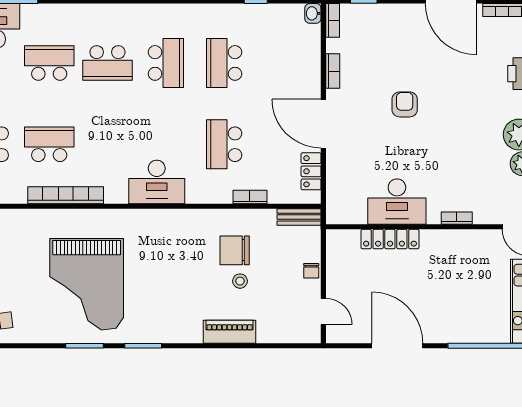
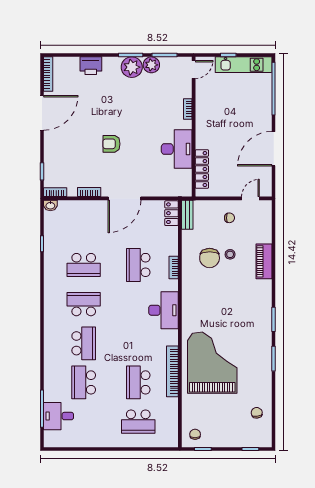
school desk: (224, 144) -> (138, 265), turned 90
locker: (311, 171) -> (172, 213), moved, turned 90
bookcase: (250, 197) -> (174, 268), moved
locker: (390, 239) -> (202, 169), moved
chair: (311, 271) -> (229, 218), moved
grand piano: (87, 284) -> (212, 363), moved, turned -90

